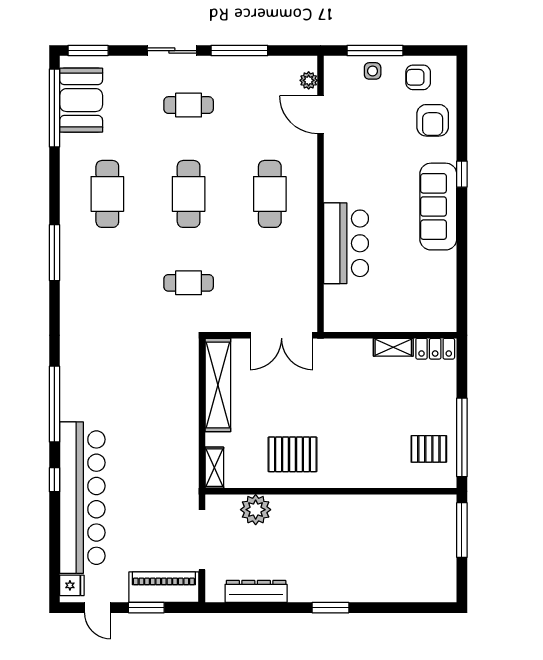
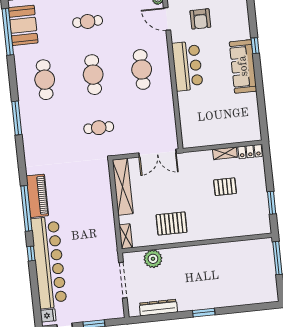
armchair: (433, 120) -> (200, 19), moved
bar counter: (346, 243) -> (187, 66), moved
window: (462, 437) -> (272, 203), width x0.47
pallet: (429, 449) -> (225, 187), moved
piano: (164, 587) -> (37, 196), moved, turned 90

